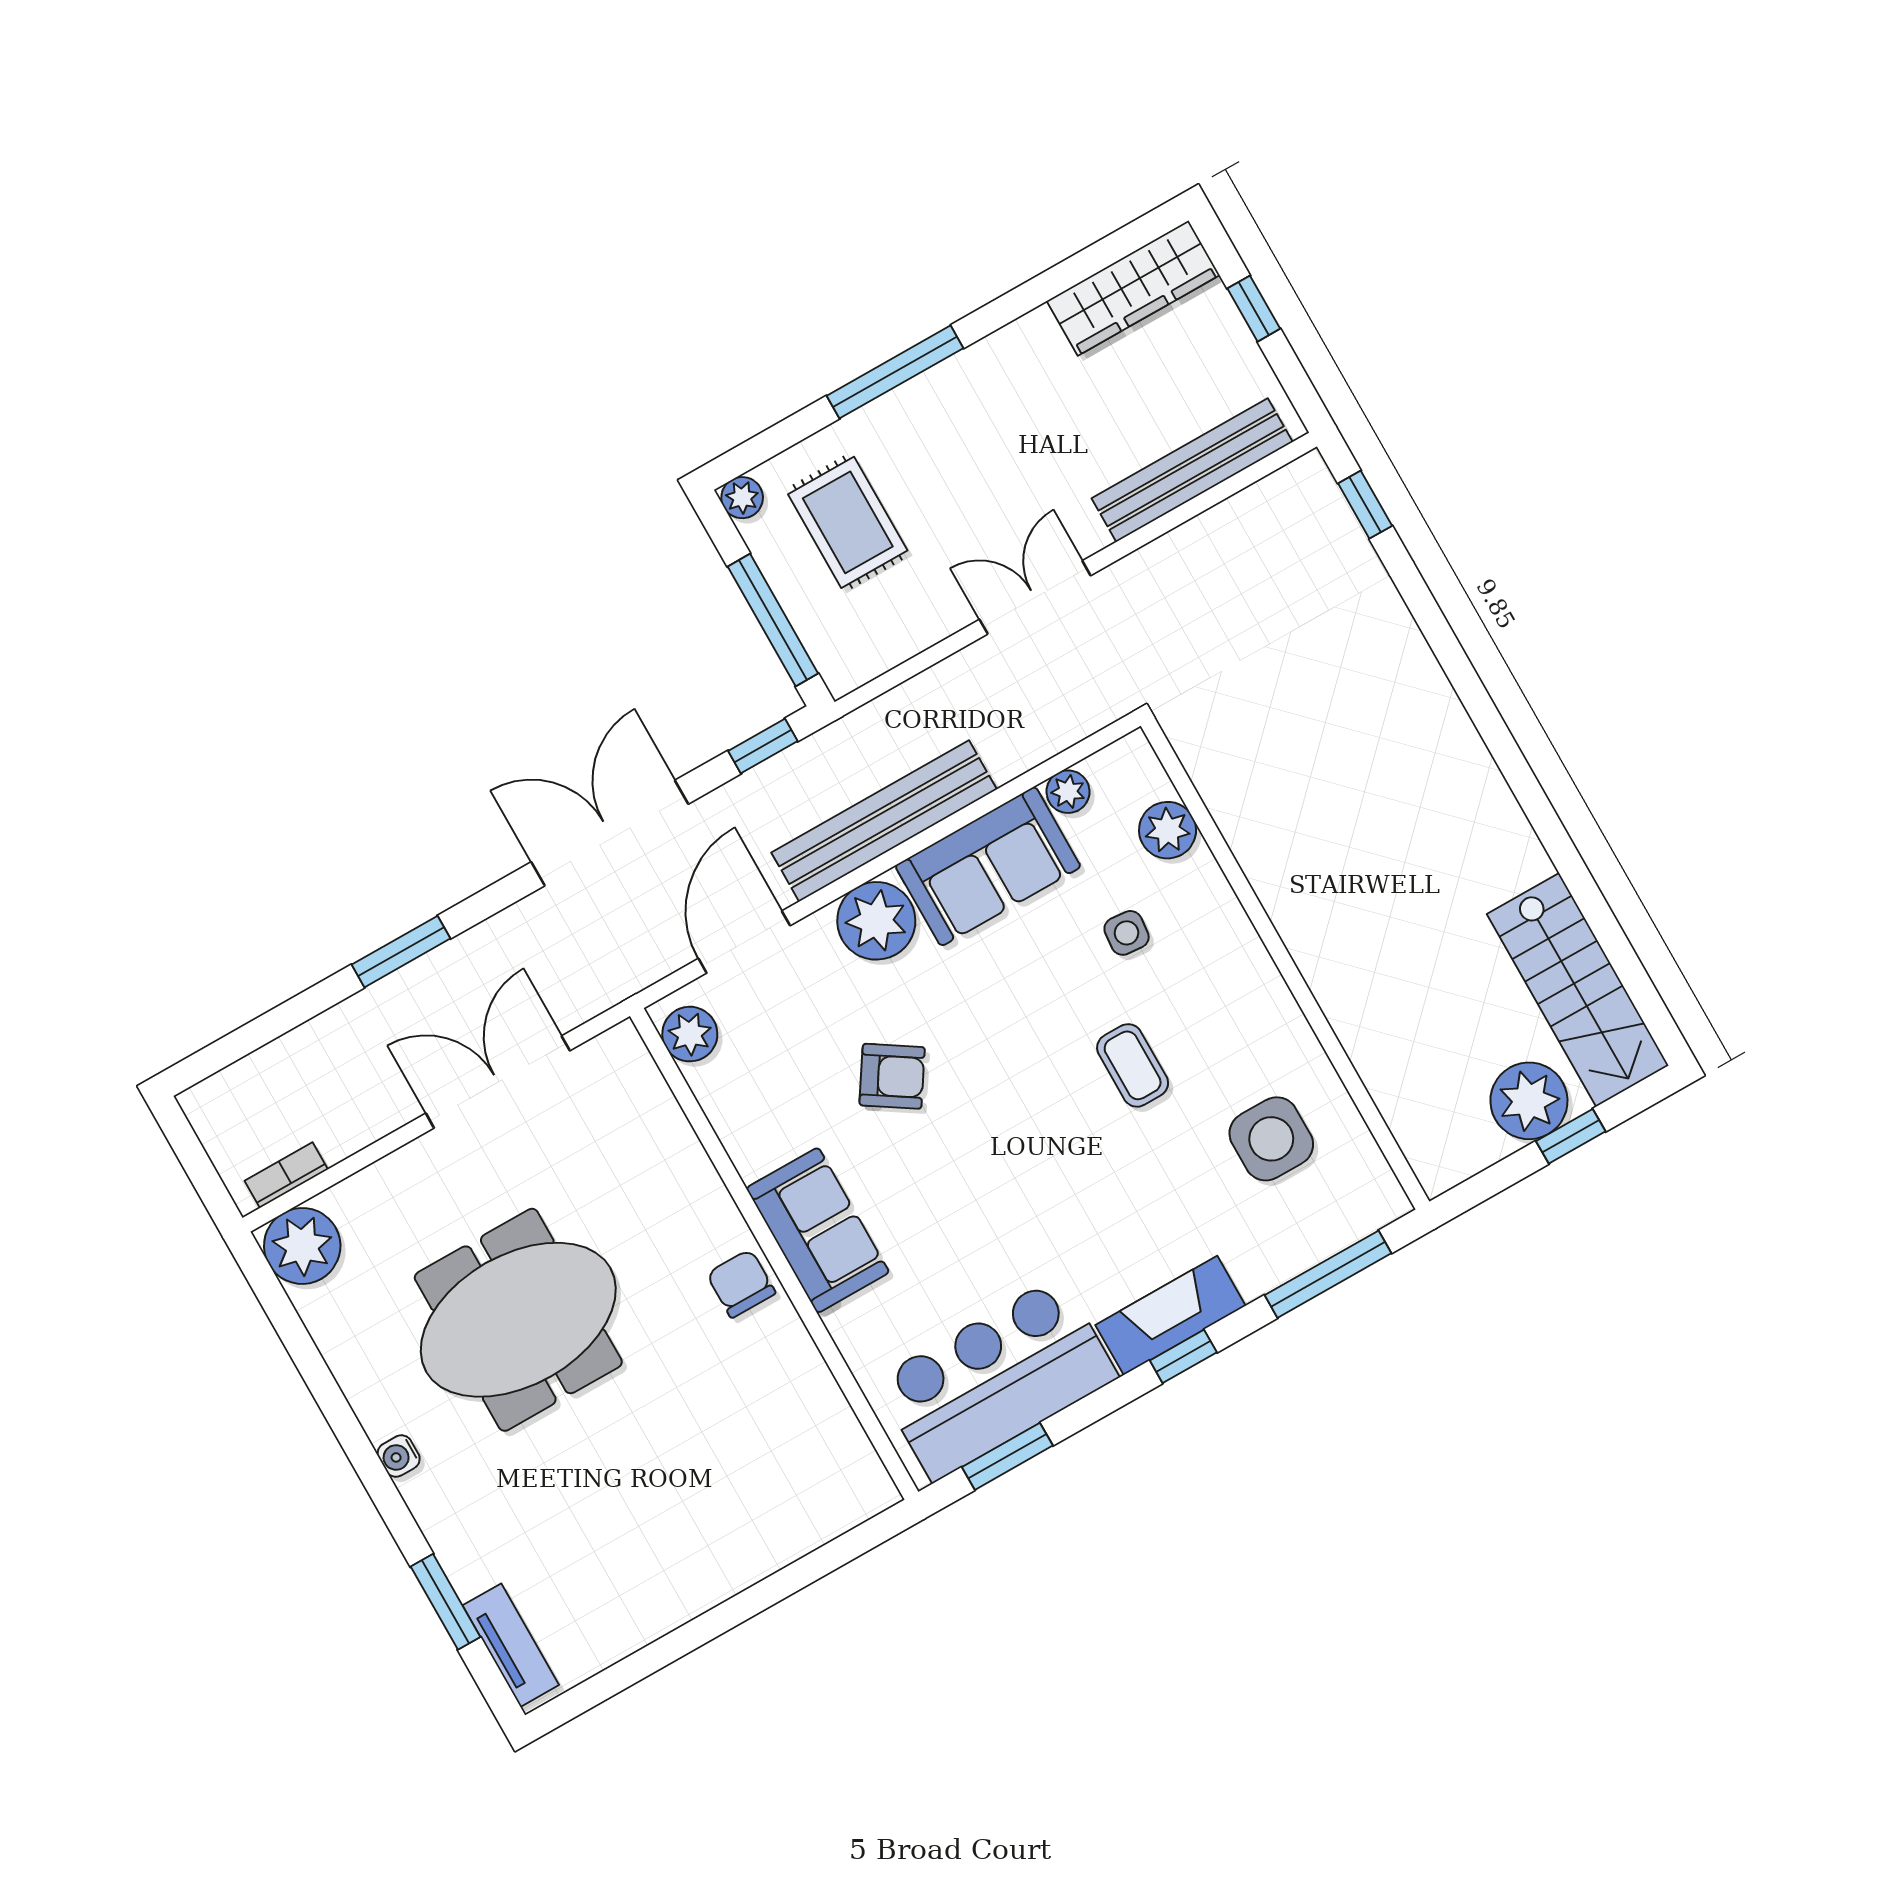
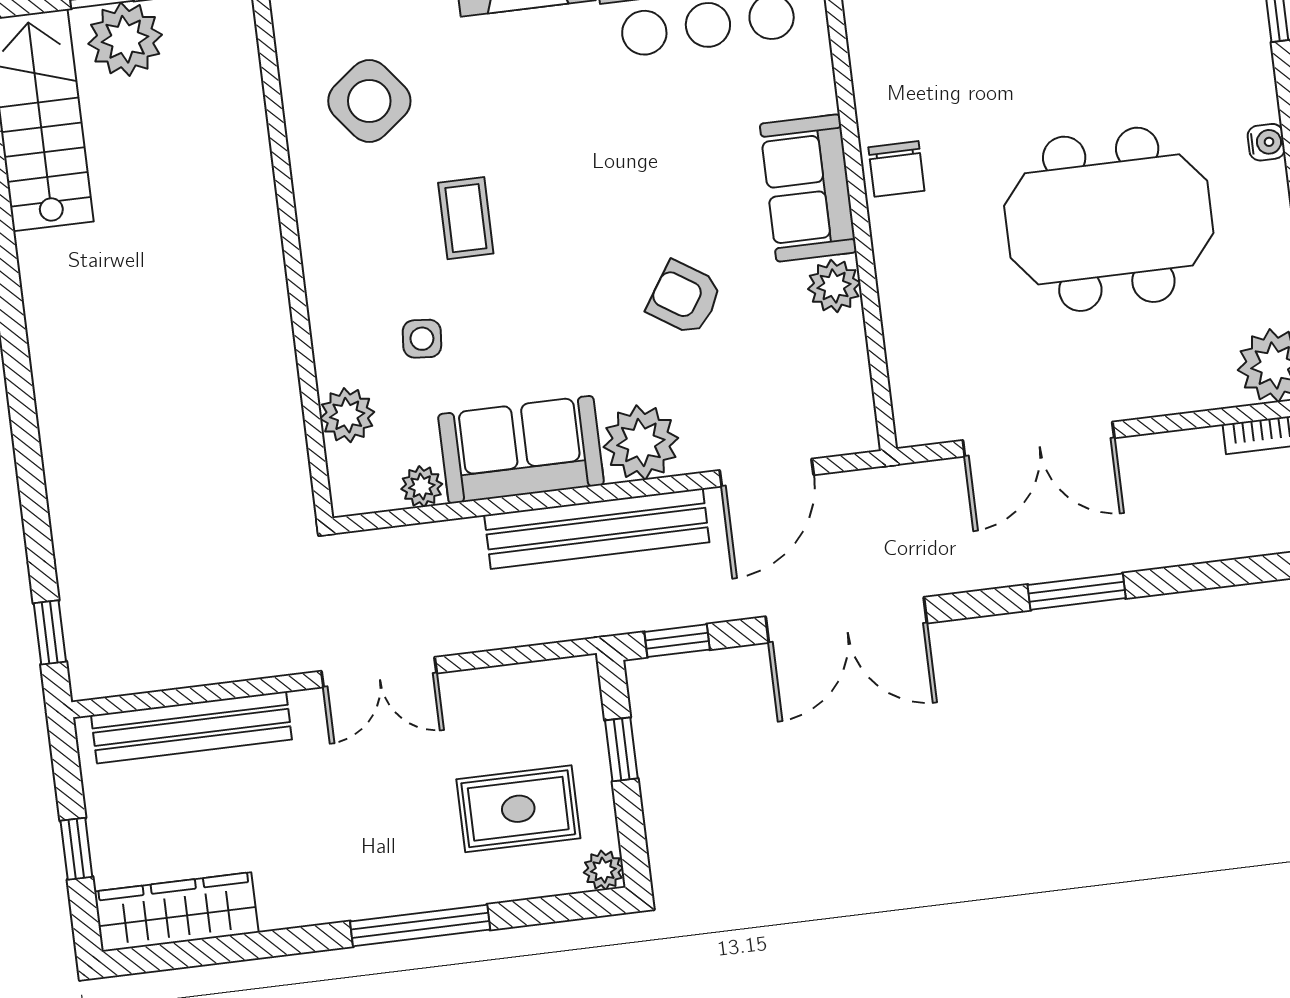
rug: (848, 522) -> (518, 809), turned 90
window: (773, 620) -> (621, 749), width x0.46
plant: (690, 1034) -> (834, 286), moved
side table: (1271, 1139) -> (369, 101), turned -38

